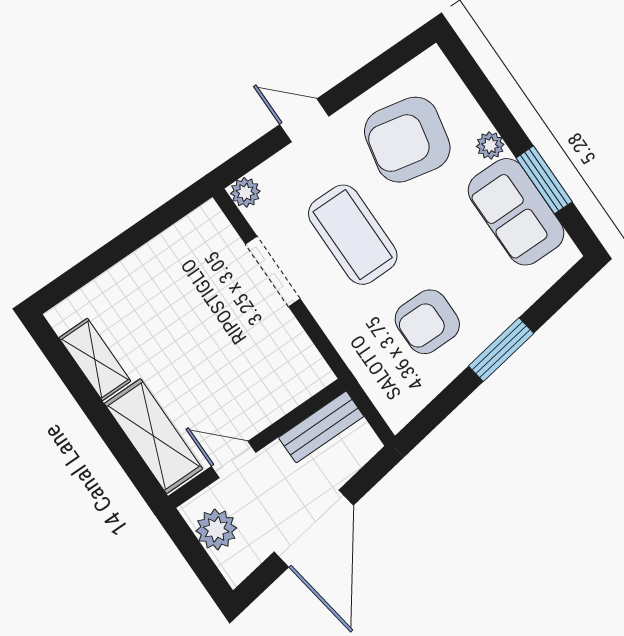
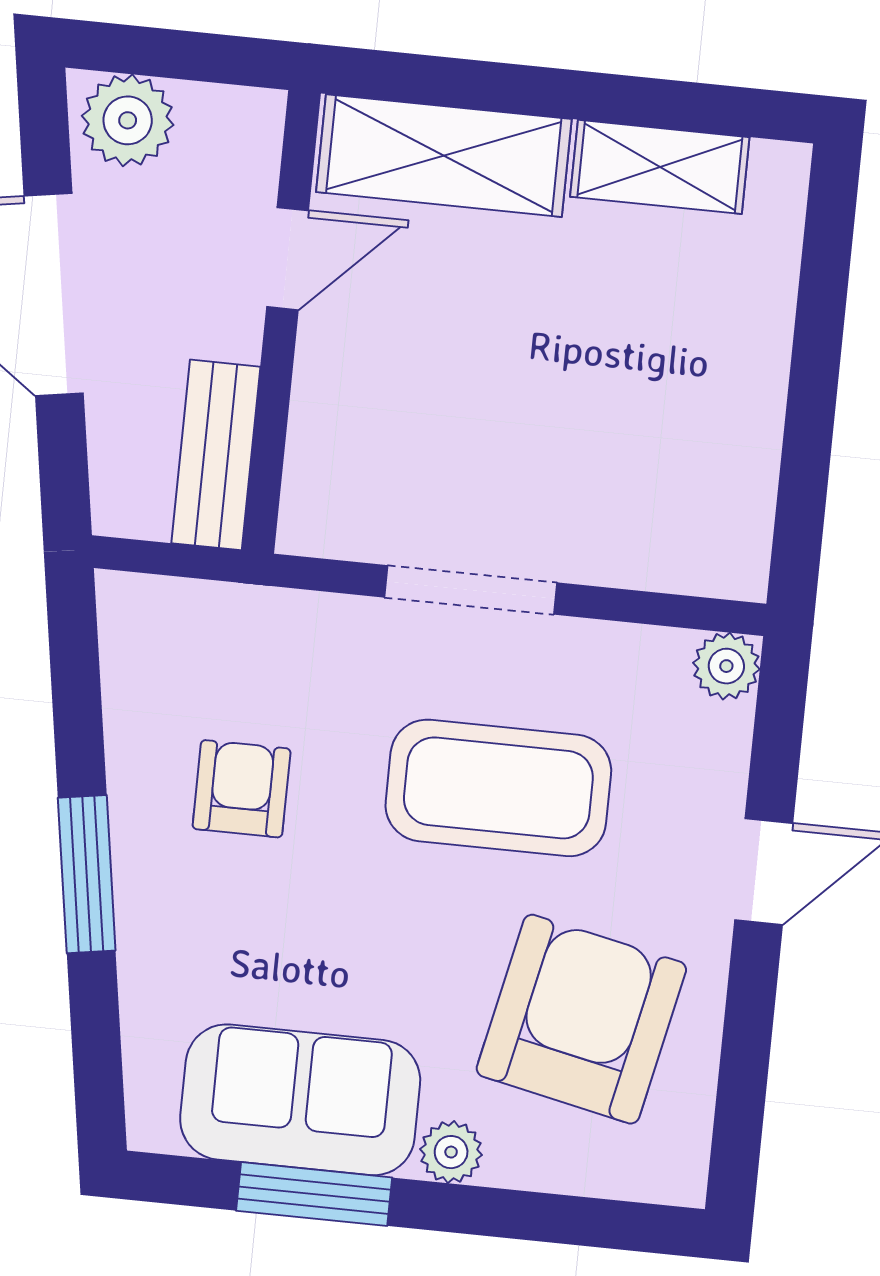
doorway: (273, 271) -> (471, 590), moved
armchair: (427, 322) -> (242, 789), width x0.72, depth x0.72
plant: (216, 529) -> (128, 120), moved

